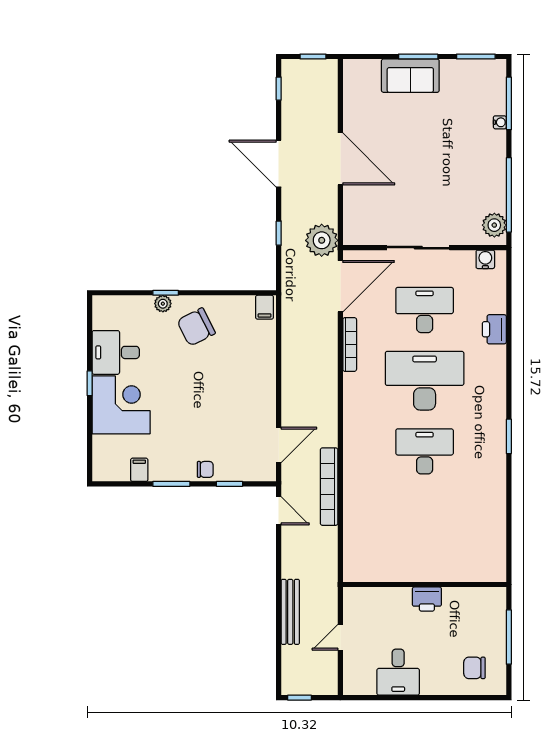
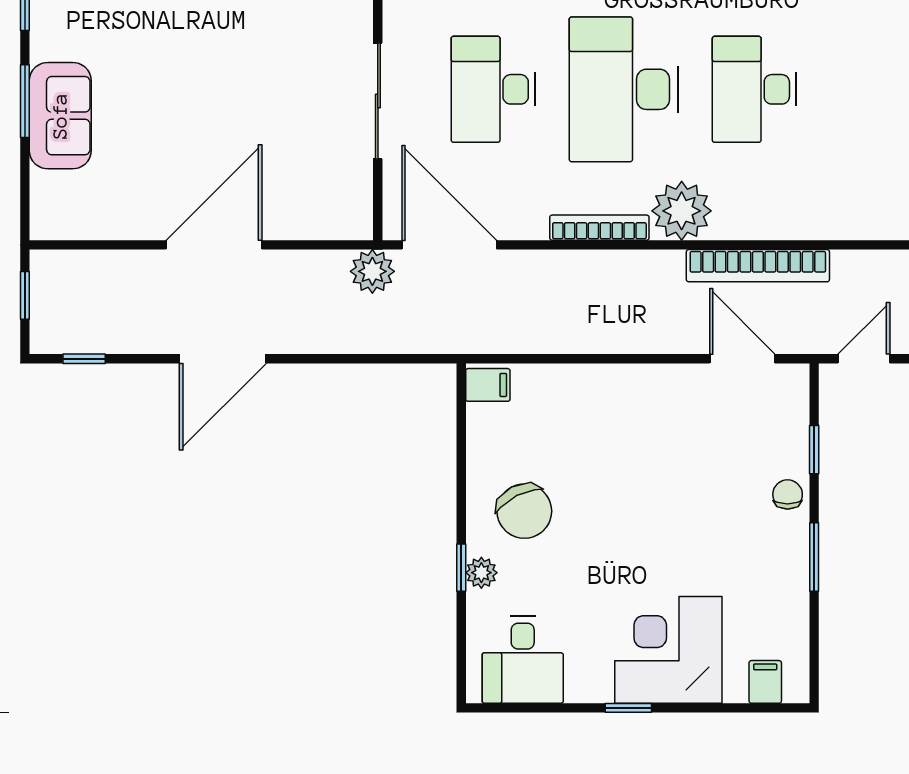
window: (279, 233) -> (351, 359), removed
plant: (322, 240) -> (372, 271), width x0.73, depth x0.73
bookcase: (350, 344) -> (599, 228), moved
desk: (116, 352) -> (523, 660), moved
plant: (359, 412) -> (682, 211), added
filing cabinet: (139, 470) -> (765, 682), moved, turned 90
bookcase: (329, 487) -> (758, 266), moved

